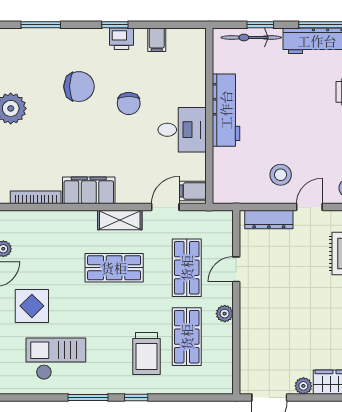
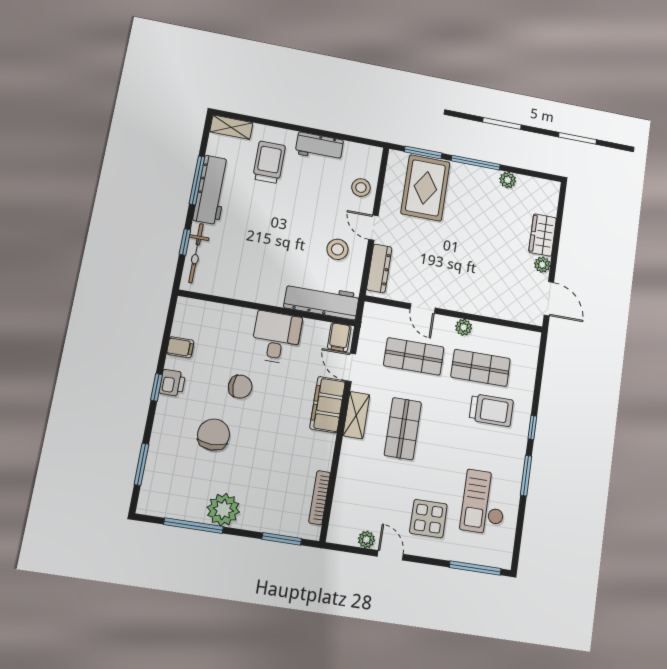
workbench: (226, 110) -> (322, 301), moved
filing cabinet: (89, 190) -> (328, 405), moved

